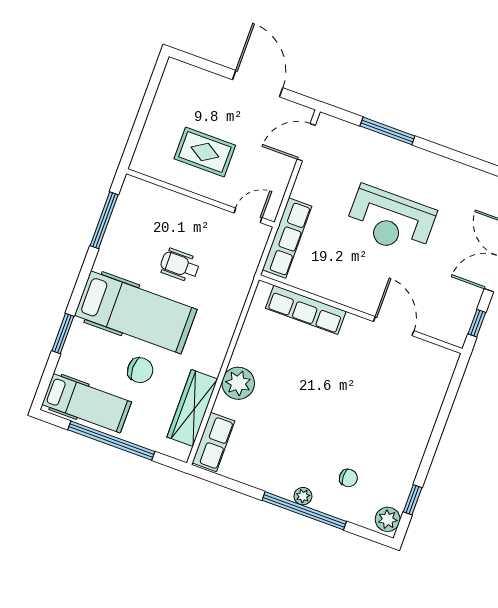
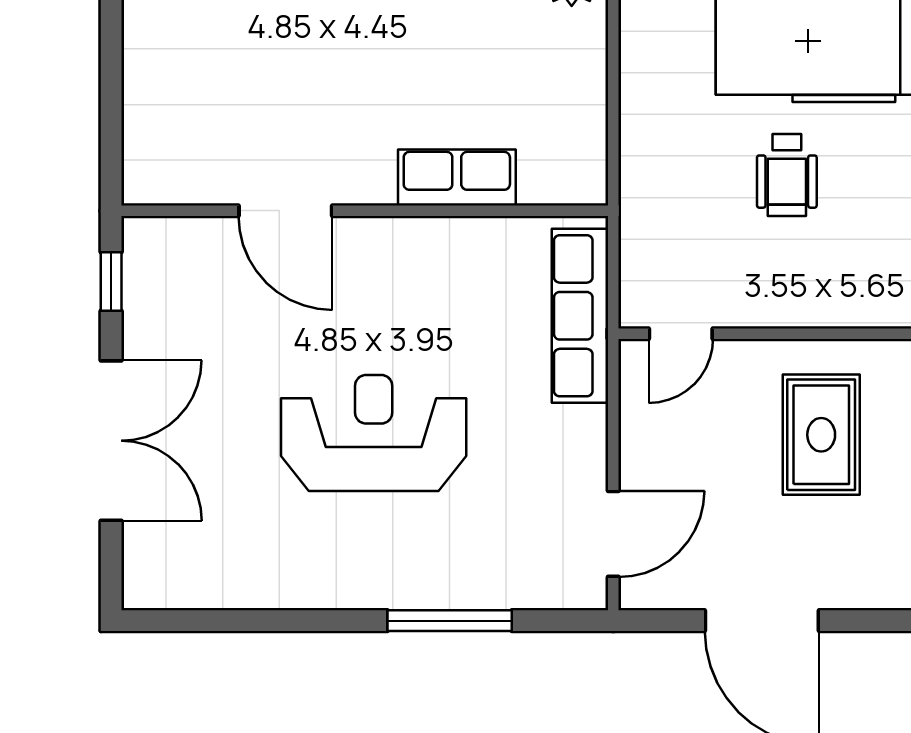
rug: (205, 152) -> (821, 435), turned 90
wheelchair: (180, 265) -> (787, 175), turned 90
row of seats: (306, 310) -> (457, 178), width x0.68

